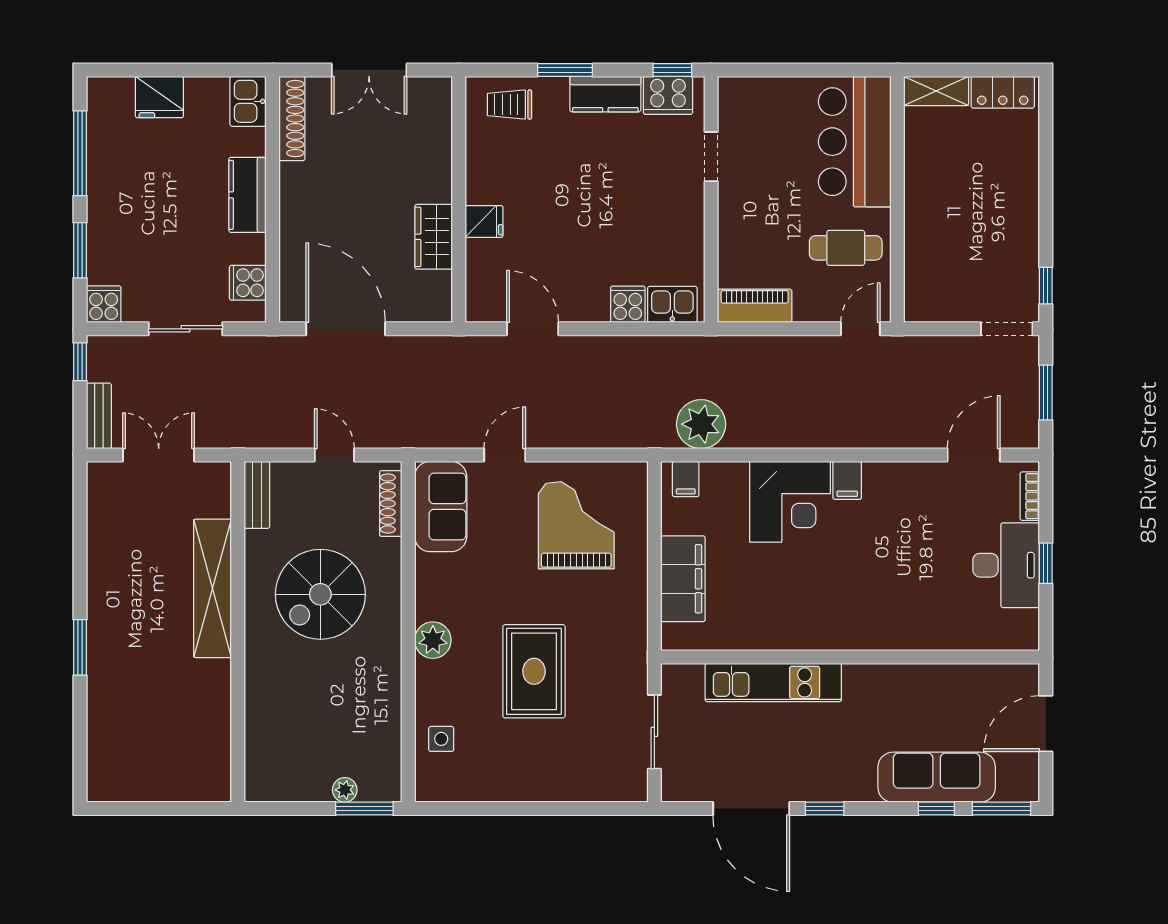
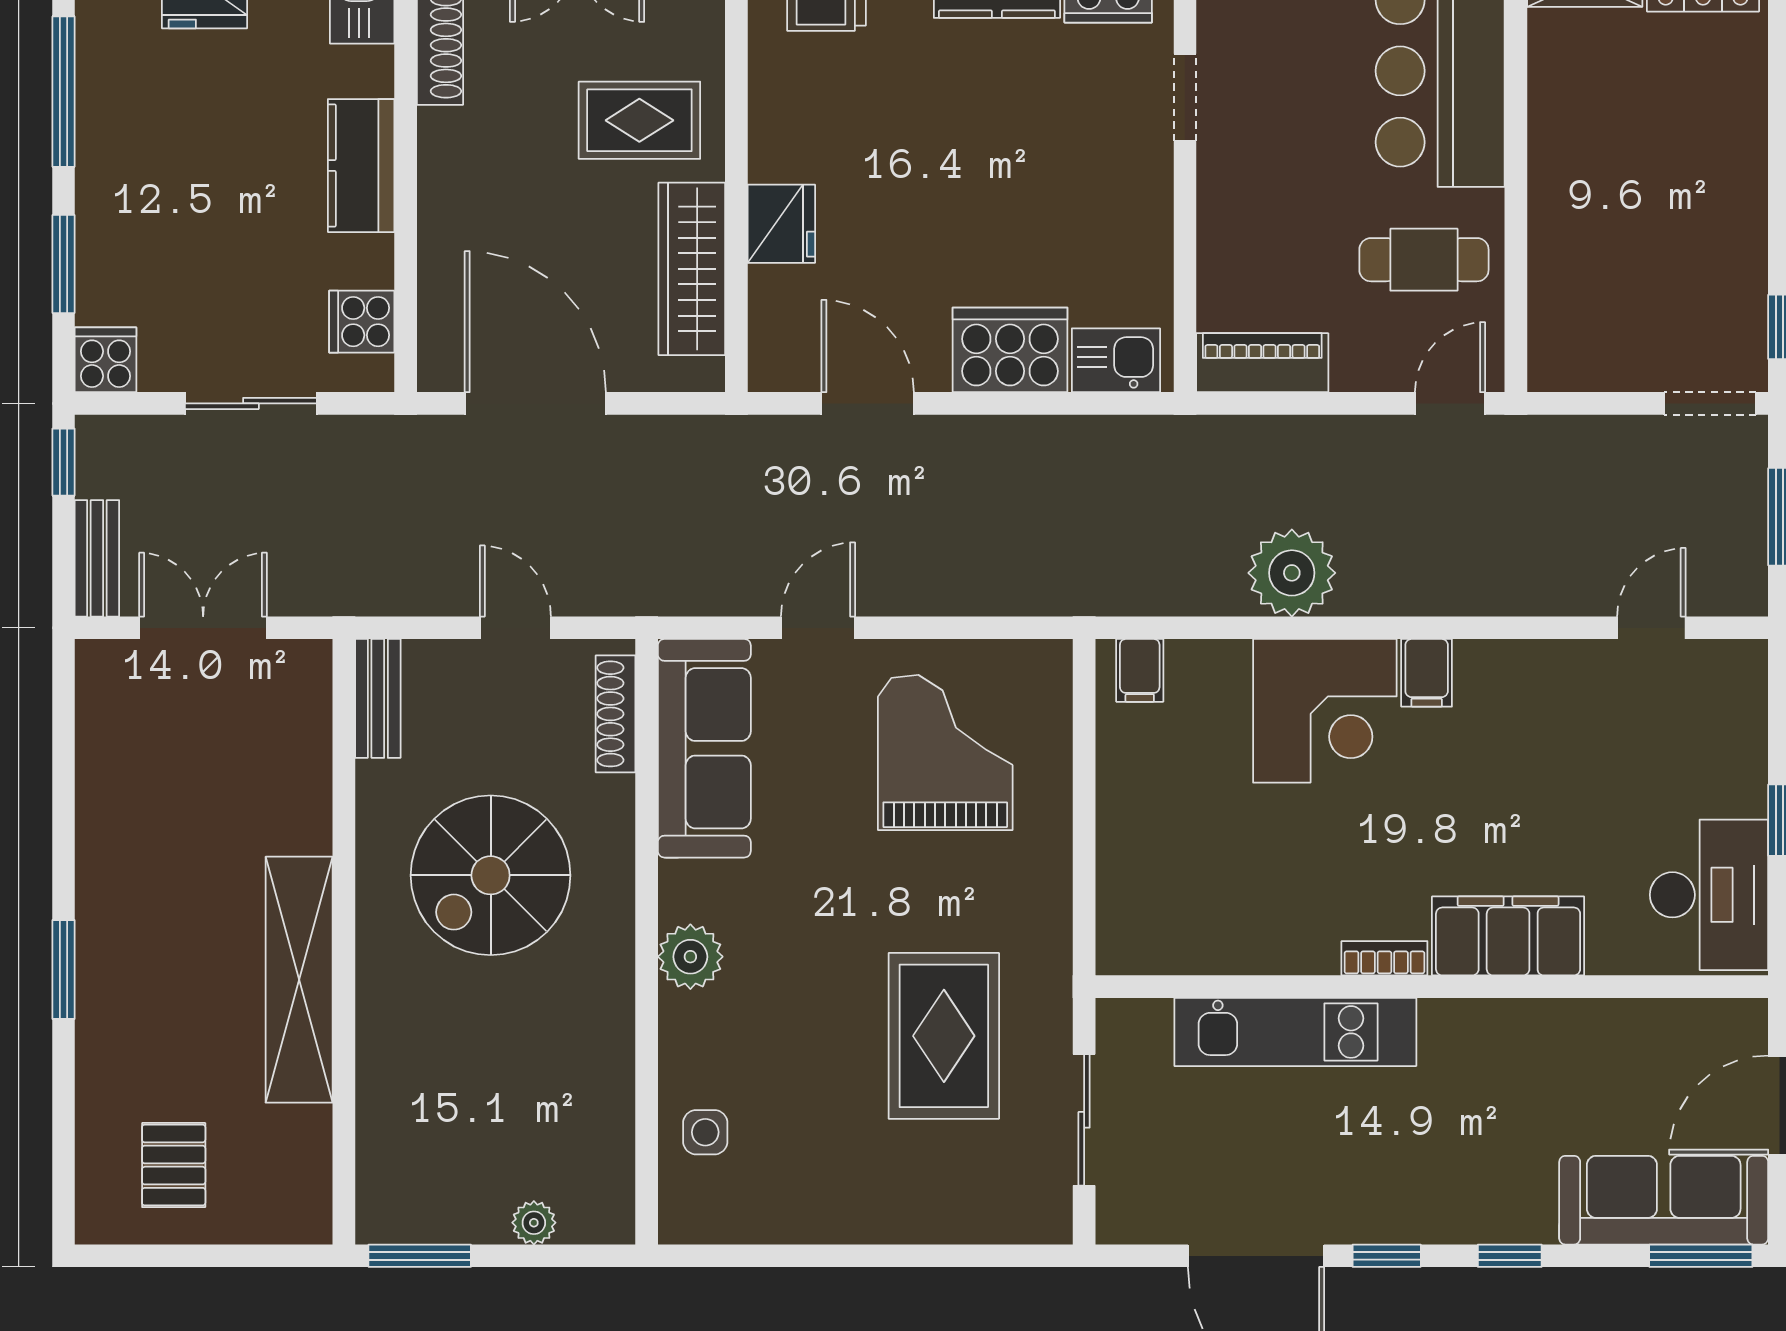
rug: (404, 169) -> (639, 120), added
fridge: (484, 221) -> (781, 224), width x1.38
wardrobe: (434, 237) -> (692, 269), width x1.50
cooker: (628, 304) -> (1010, 350), width x1.87, depth x1.31
plant: (701, 424) -> (1292, 573), moved
door: (974, 455) -> (1651, 628), width x0.73
bookcase: (1030, 496) -> (1384, 958), moved, turned 90
sofa: (441, 507) -> (704, 748), width x1.36
desk: (1006, 565) -> (1709, 895), moved
filing cabinet: (683, 579) -> (1508, 936), moved, turned -90
shelving: (213, 588) -> (299, 980), moved
rug: (534, 671) -> (944, 1036), moved
pallet: (142, 757) -> (174, 1165), added
sofa: (937, 777) -> (1664, 1200), moved
window: (364, 808) -> (420, 1256), moved
window: (936, 808) -> (1510, 1256), moved

